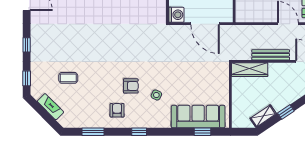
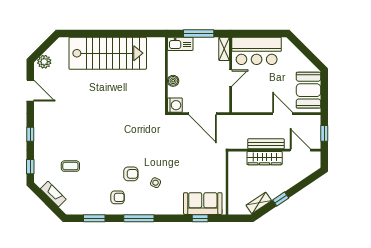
wardrobe: (250, 70) -> (265, 158), moved
armchair: (117, 110) -> (118, 197), turned 90
sofa: (198, 117) -> (203, 204), width x0.73
window: (139, 132) -> (139, 218), width x2.17

